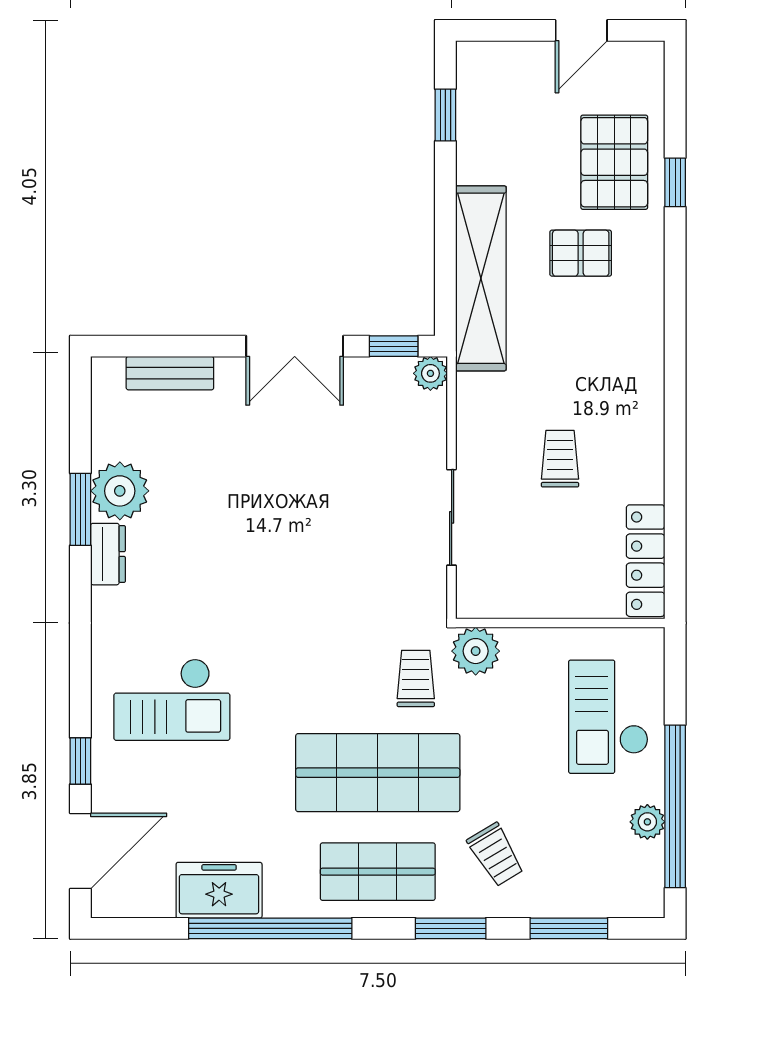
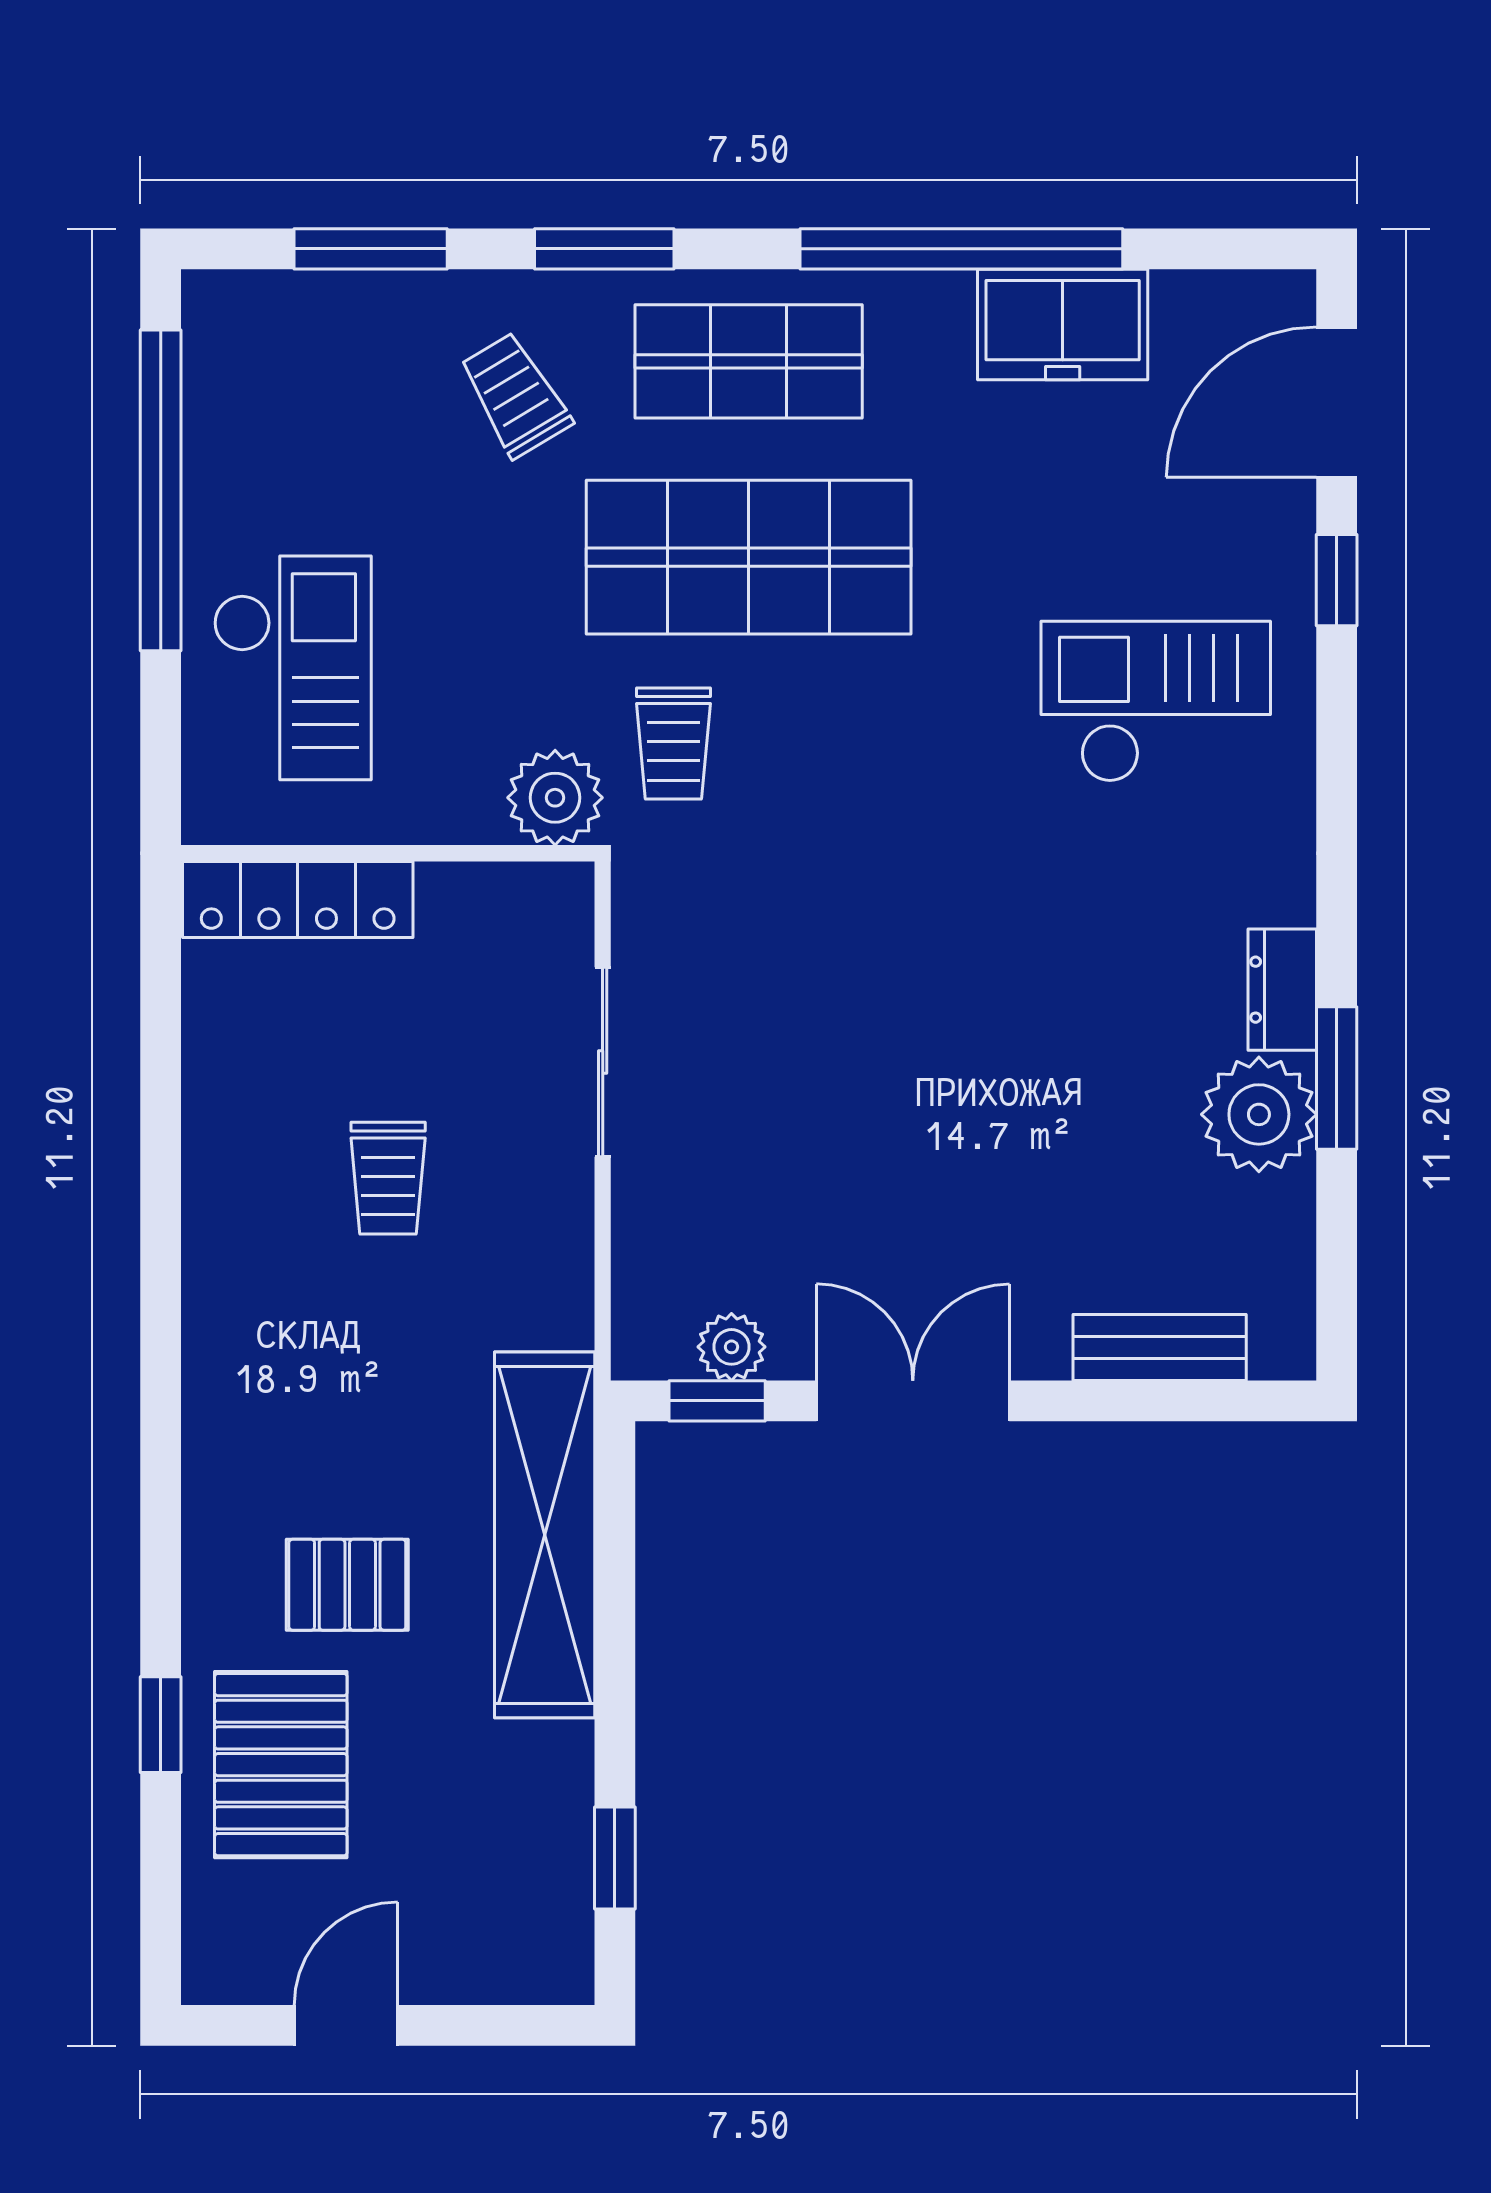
plant: (430, 373) -> (731, 1347), moved
locker: (646, 561) -> (298, 899), moved, turned 90
plant: (647, 822) -> (215, 460), removed

